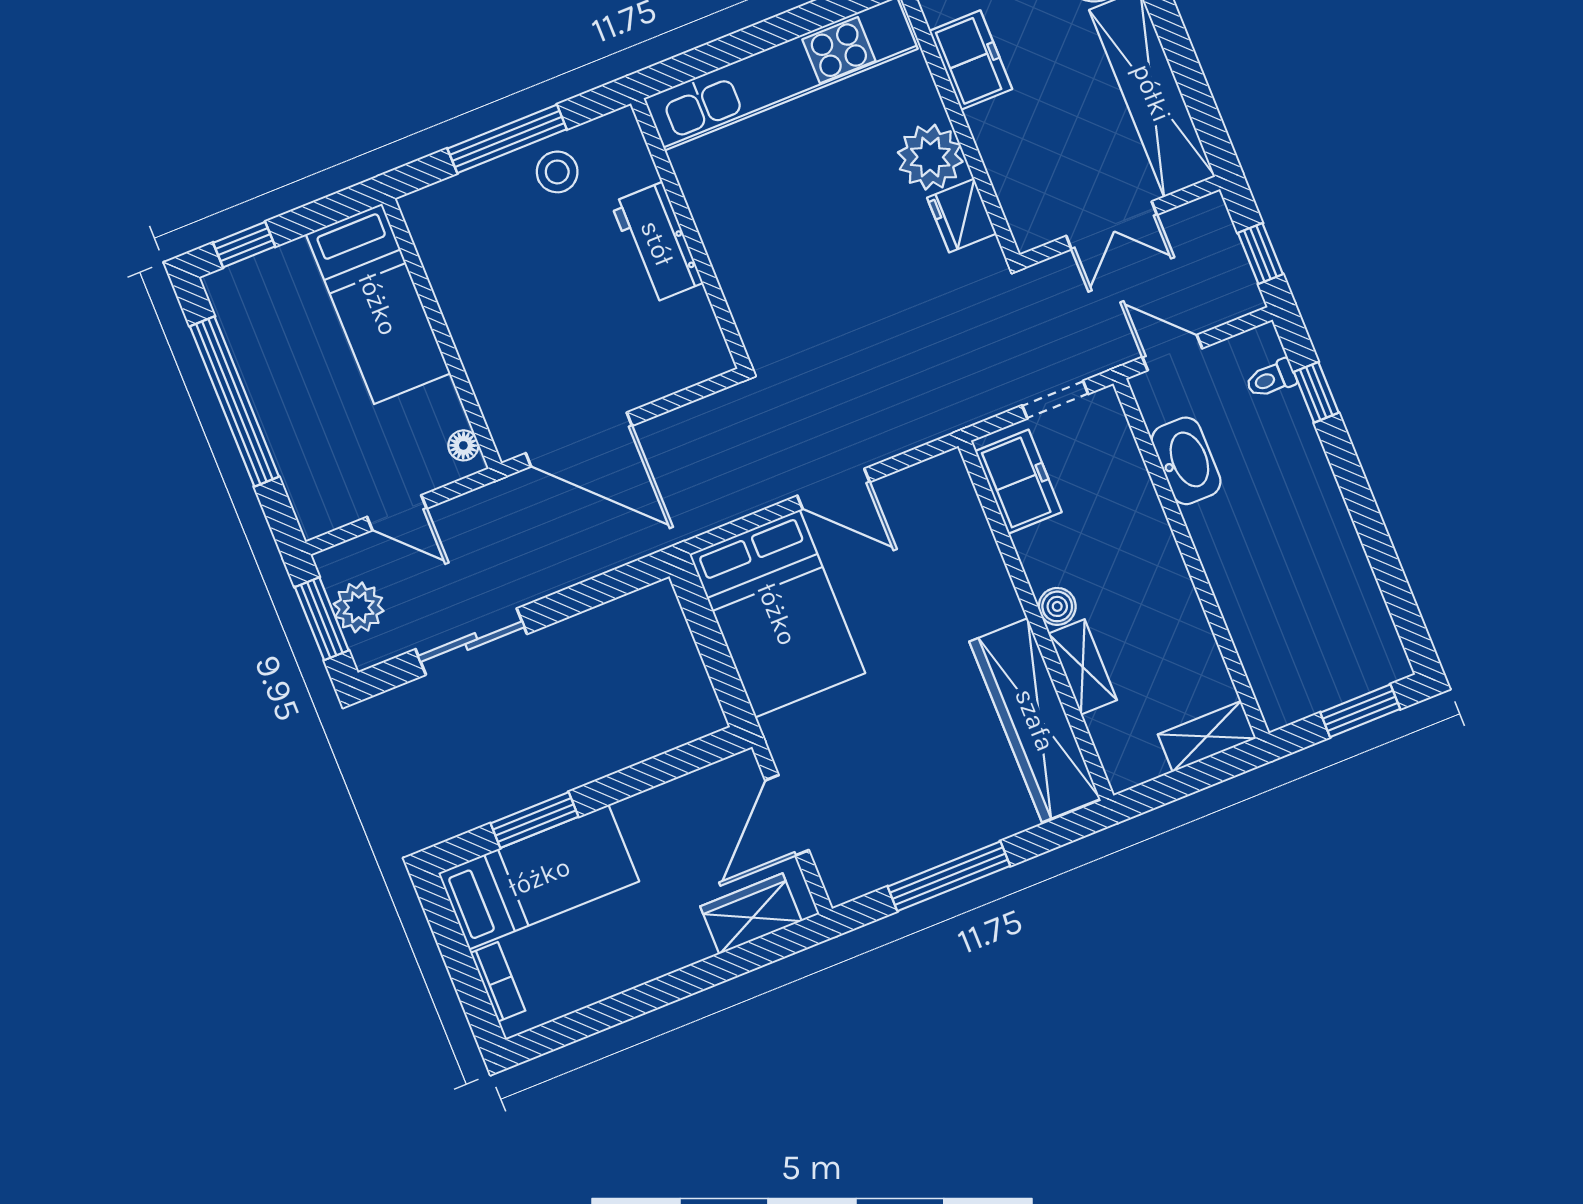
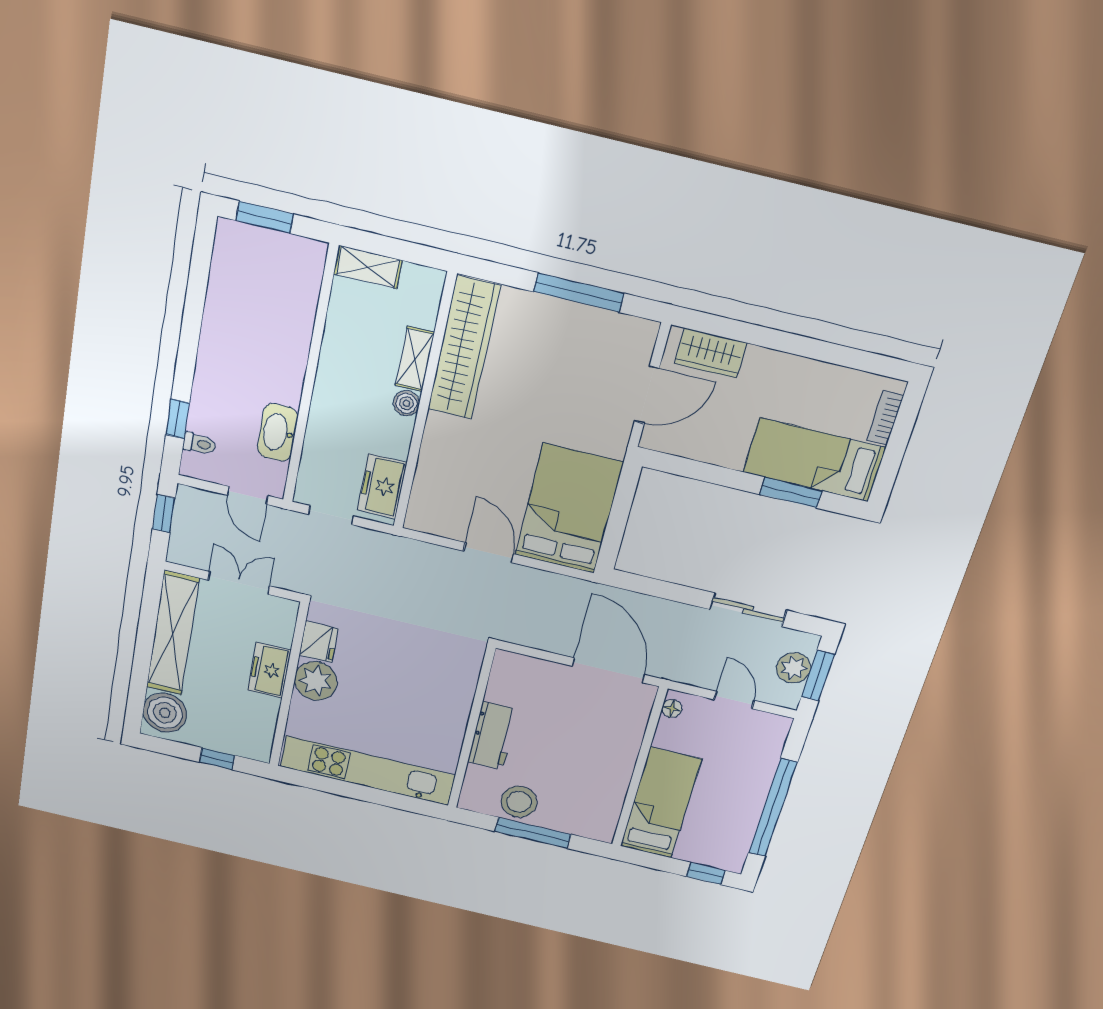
freezer: (971, 60) -> (269, 670), moved
stool: (557, 172) -> (519, 802), width x1.38, depth x1.38

